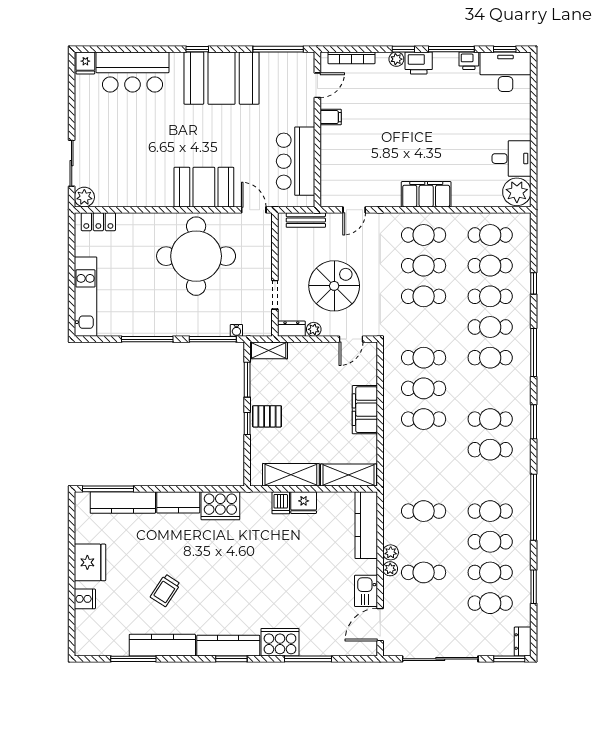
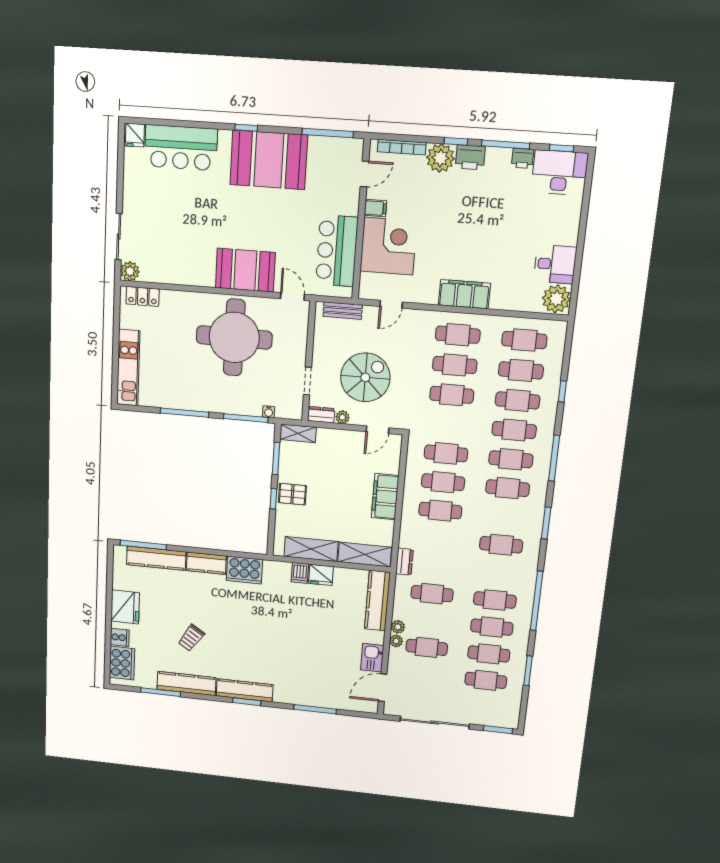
plant: (396, 59) -> (440, 158), width x1.88, depth x1.88
corner desk: (347, 153) -> (388, 246), added
cafe table: (490, 419) -> (508, 488), moved
cooker: (280, 642) -> (122, 663), moved, turned 90
dresser: (523, 642) -> (404, 562), moved, turned 180

